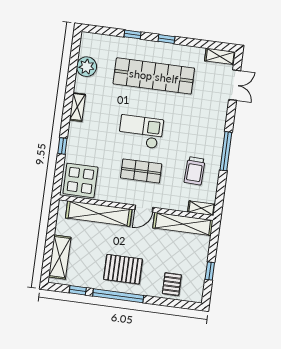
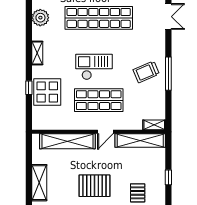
shop shelf: (141, 171) -> (99, 100), width x1.43, depth x1.36
trolley: (195, 171) -> (146, 72), moved, turned 65
display table: (80, 180) -> (47, 92), moved

